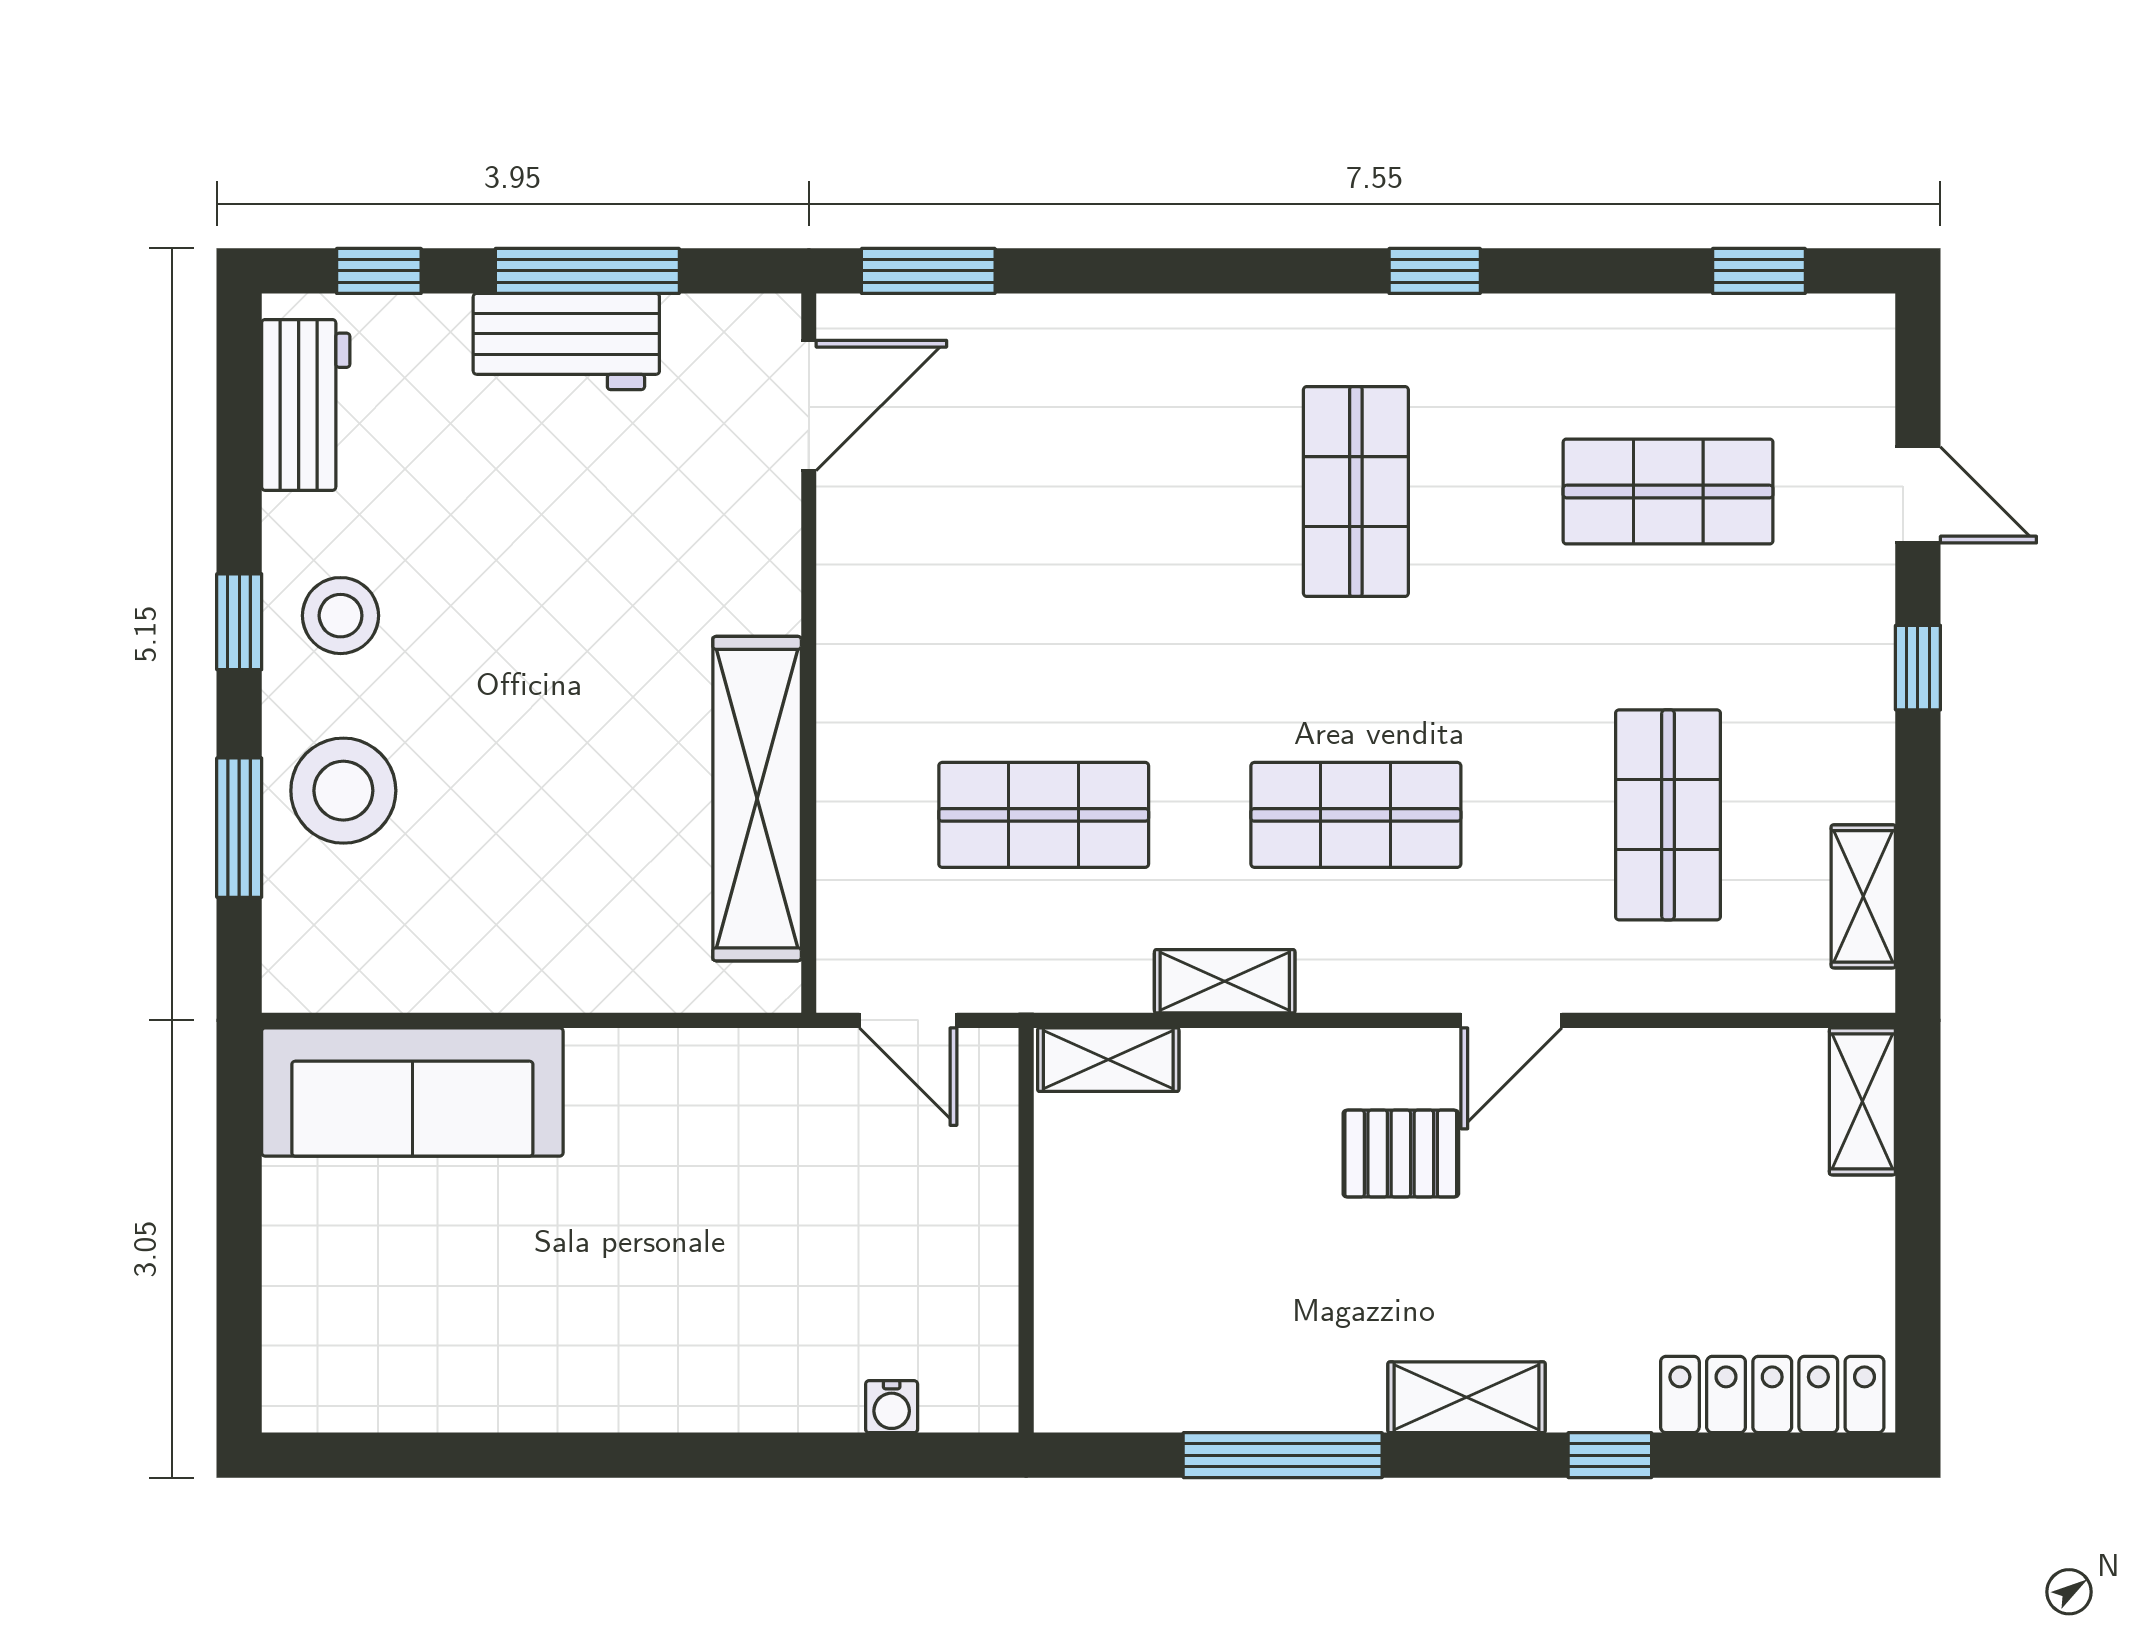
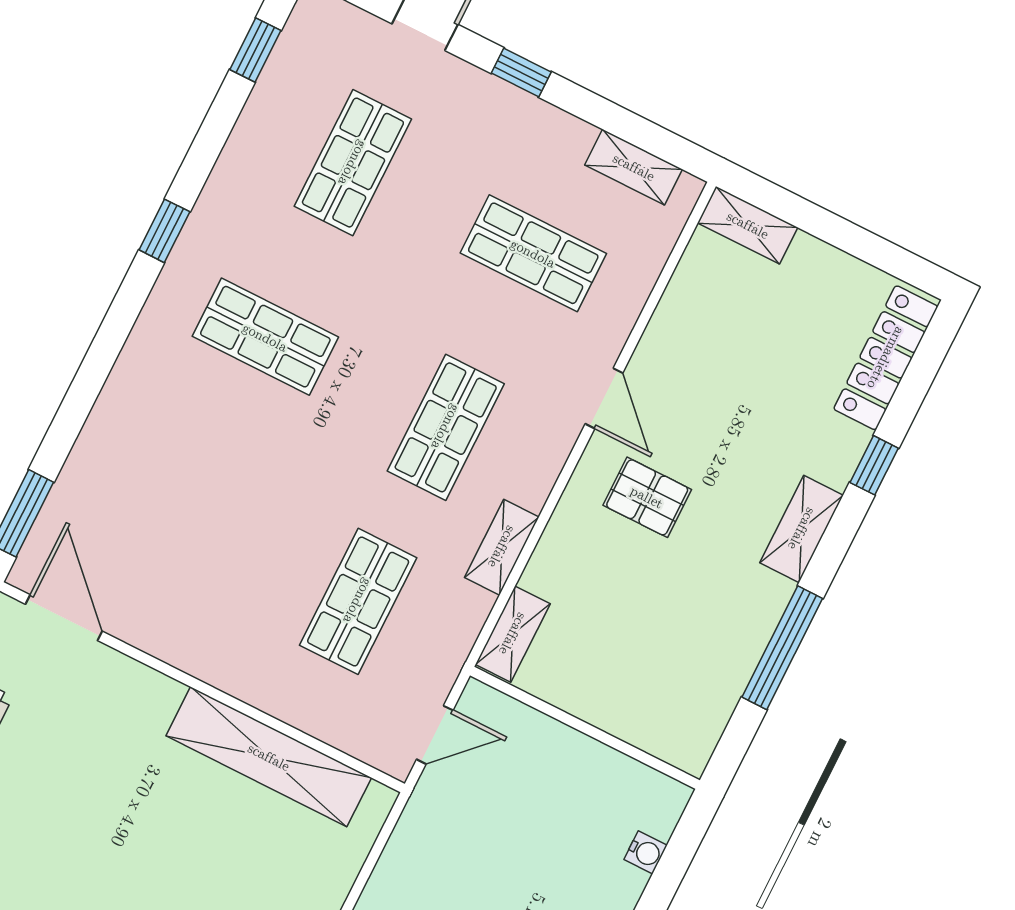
pallet: (1401, 1154) -> (647, 497), turned 90

